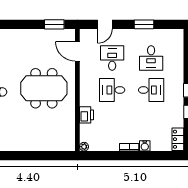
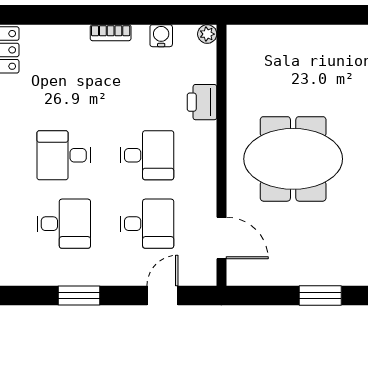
window: (54, 24) -> (320, 296), moved
desk: (112, 58) -> (147, 224), turned -90
desk: (151, 58) -> (64, 224), turned 90
water cooler: (145, 146) -> (161, 36), moved

